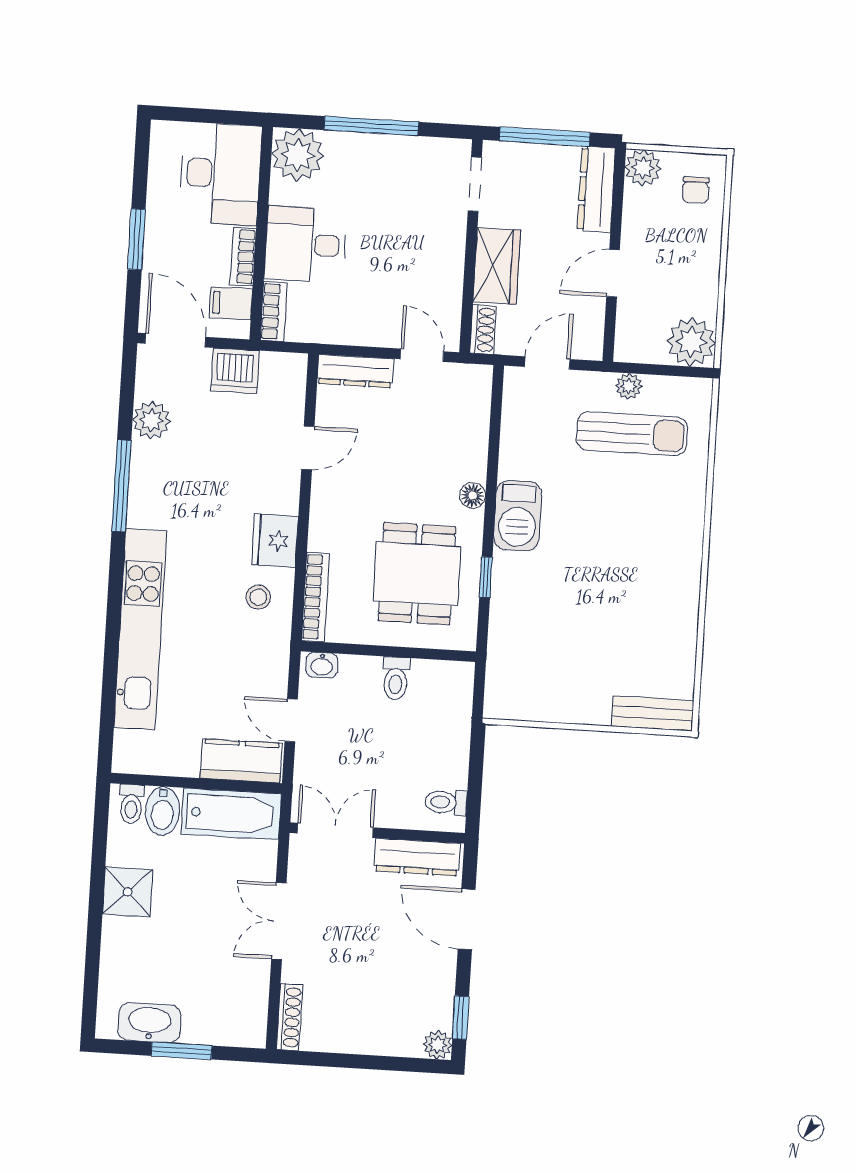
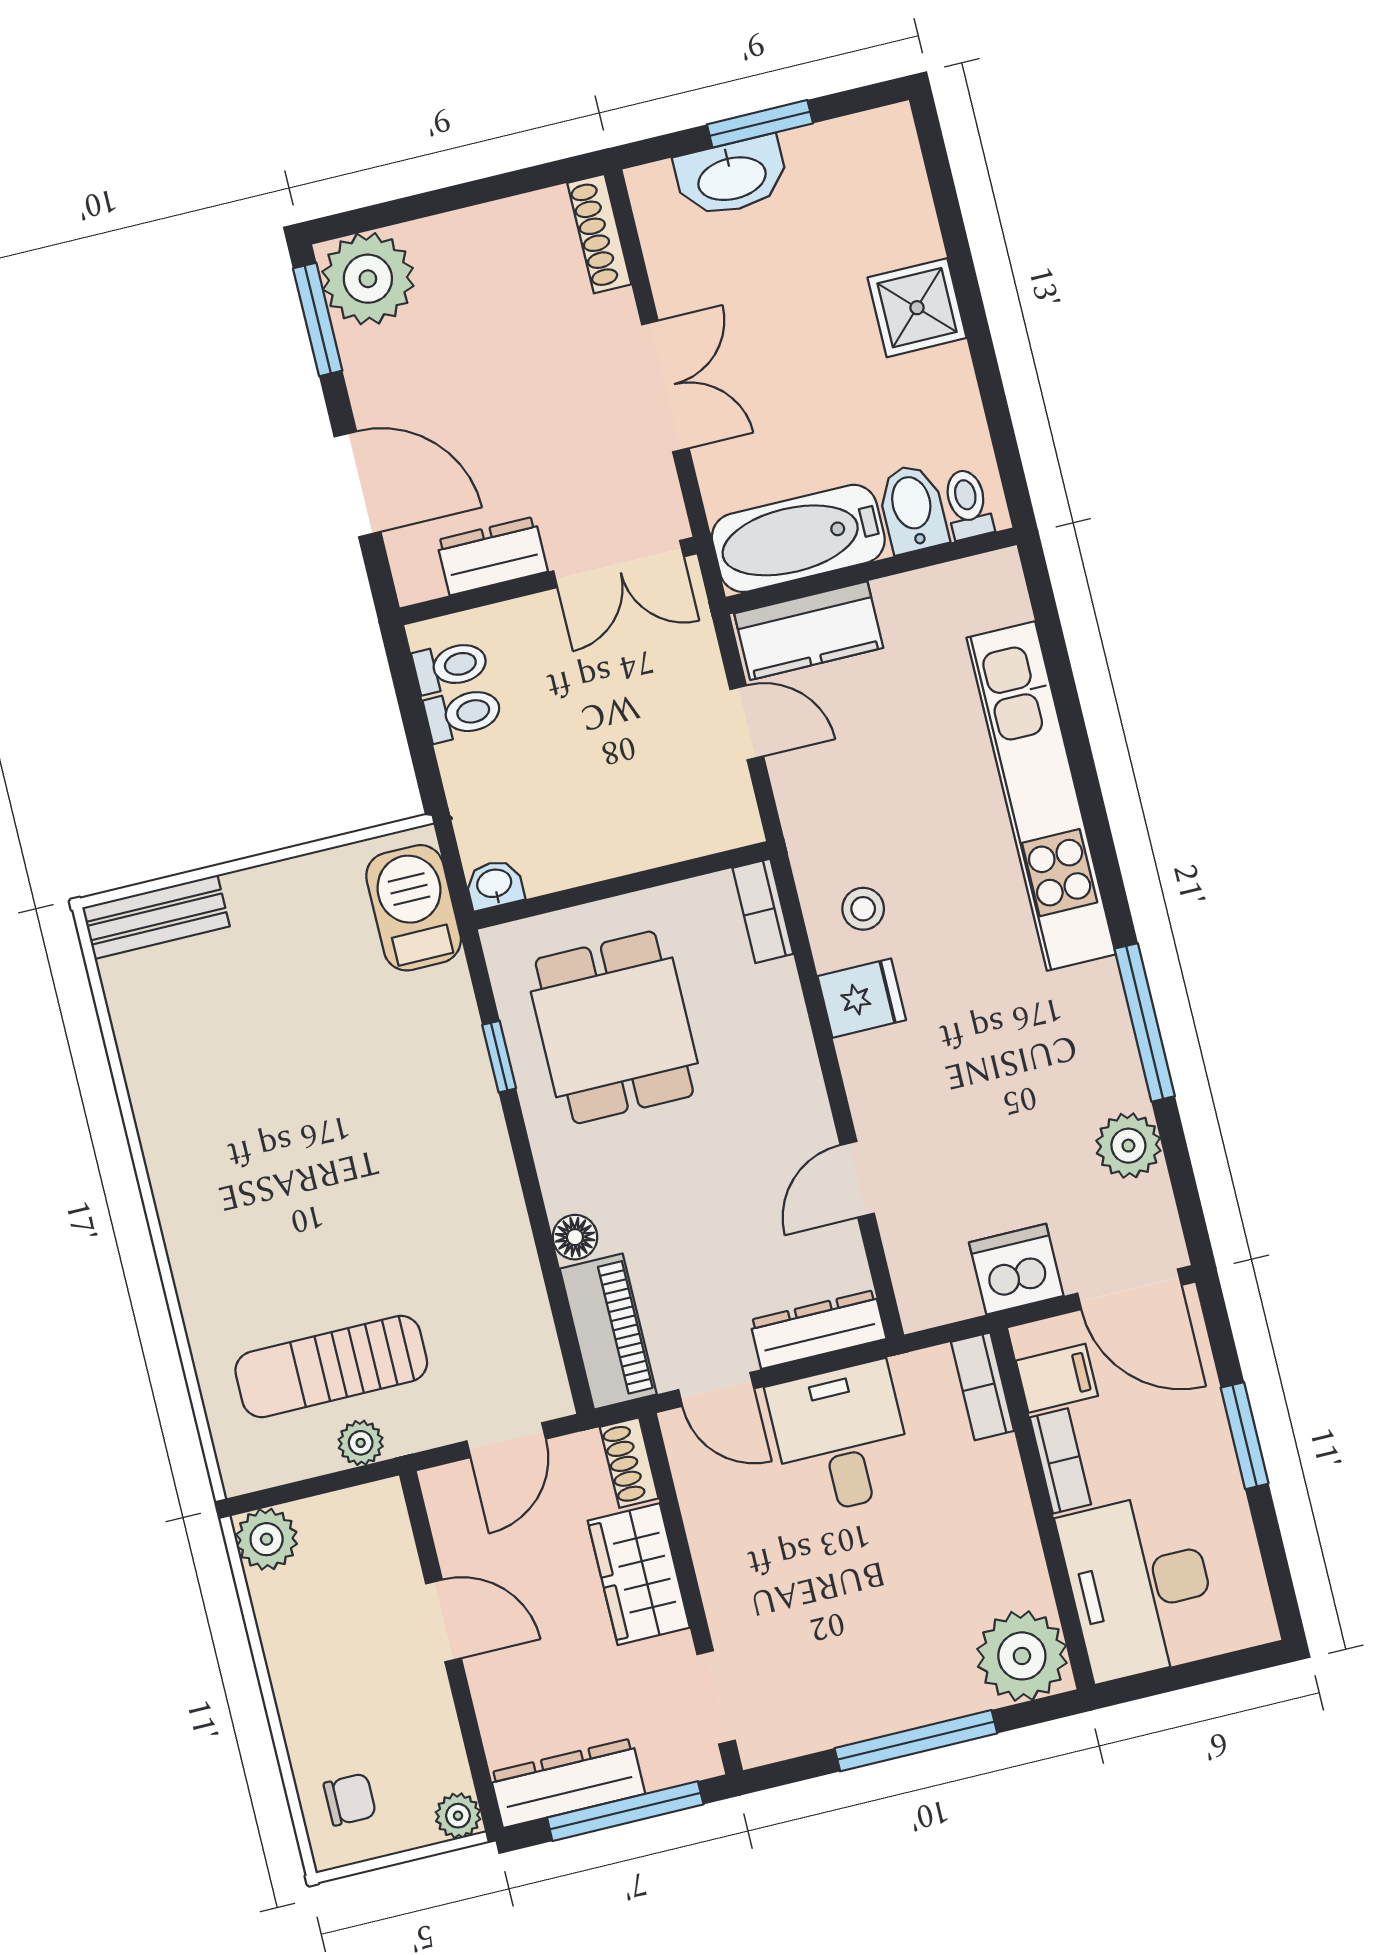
plant: (643, 168) -> (458, 1816), width x0.73, depth x0.73
dresser: (596, 189) -> (567, 1783), moved, turned -90
chair: (696, 190) -> (350, 1799), turned 90
desk: (306, 244) -> (841, 1438), moved, turned -90
door: (613, 273) -> (444, 1621), hinge flipped
plant: (691, 342) -> (267, 1539), width x0.73, depth x0.73
piano: (472, 406) -> (608, 1332), added
floor lamp: (473, 495) -> (575, 1237), moved
barbecue: (518, 516) -> (414, 908), moved
fridge: (275, 541) -> (862, 998), width x0.72
bookcase: (315, 597) -> (763, 911), width x0.64
washbasin: (322, 665) -> (494, 885), moved
toilet: (396, 678) -> (463, 714), moved, turned 90
dresser: (417, 857) -> (492, 556), width x0.70
shower: (128, 892) -> (917, 308), moved
window: (461, 1018) -> (318, 319), width x1.50
washbasin: (149, 1023) -> (732, 177), moved
plant: (438, 1045) -> (368, 279), width x1.88, depth x1.88

